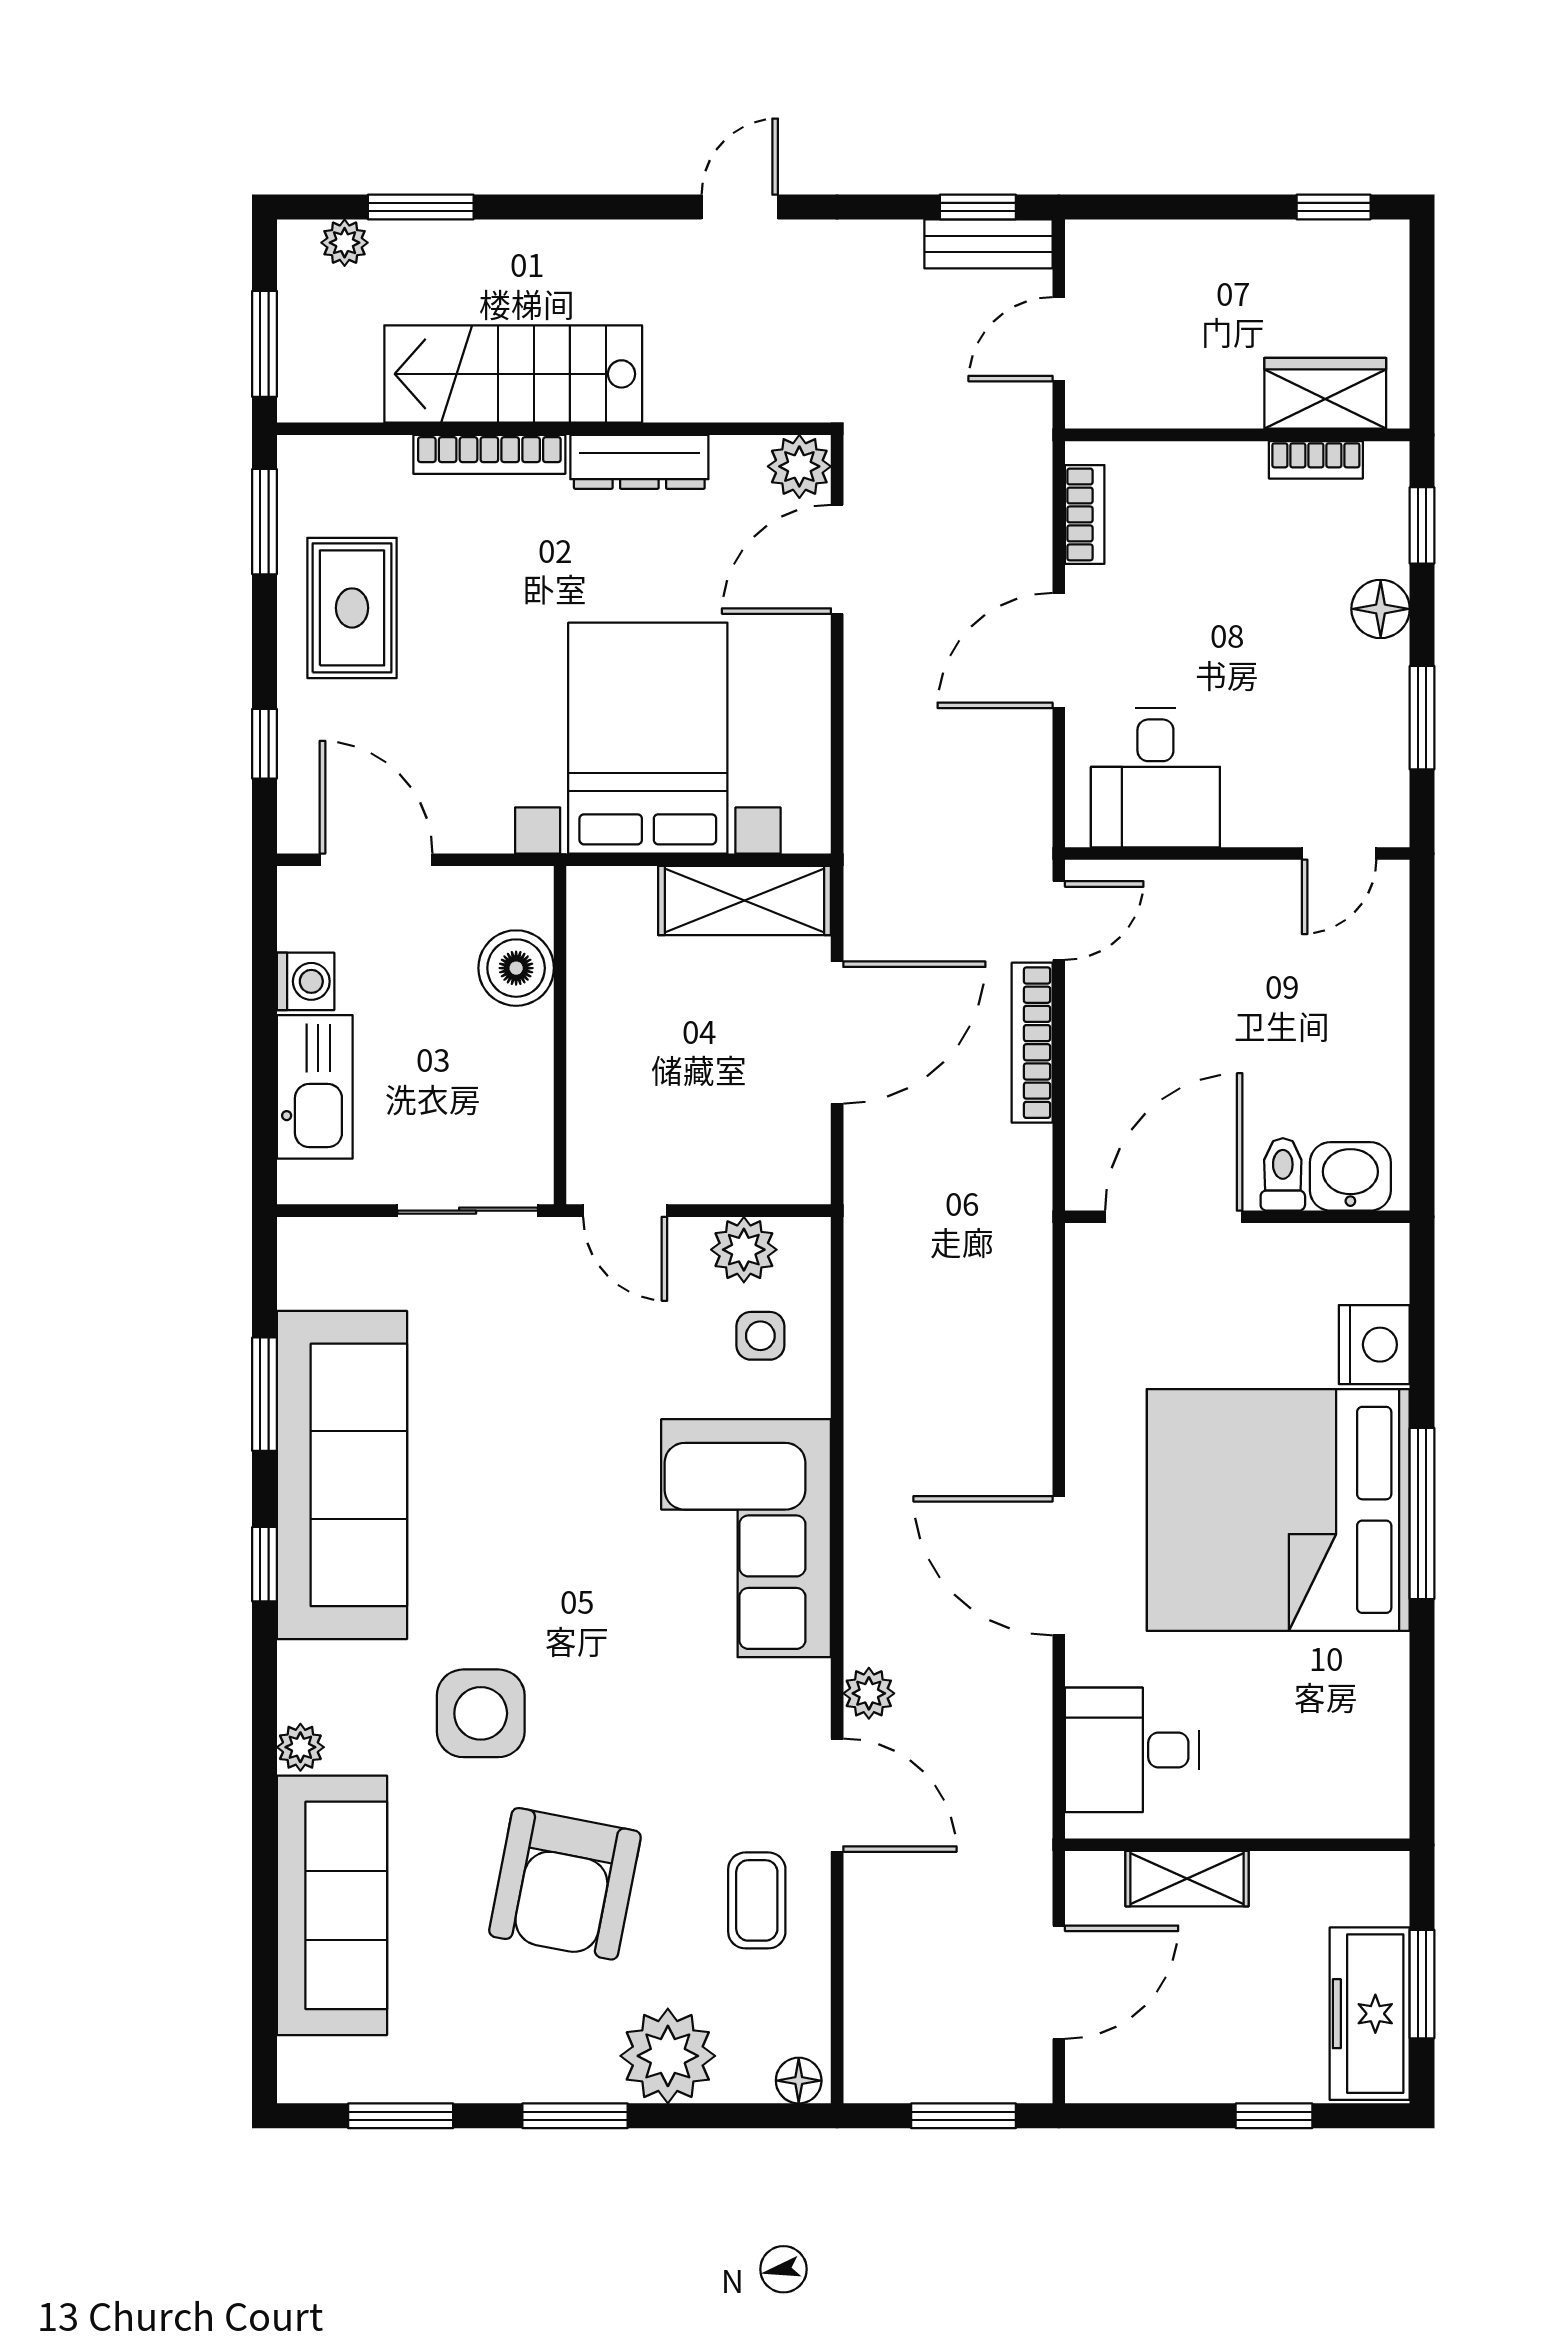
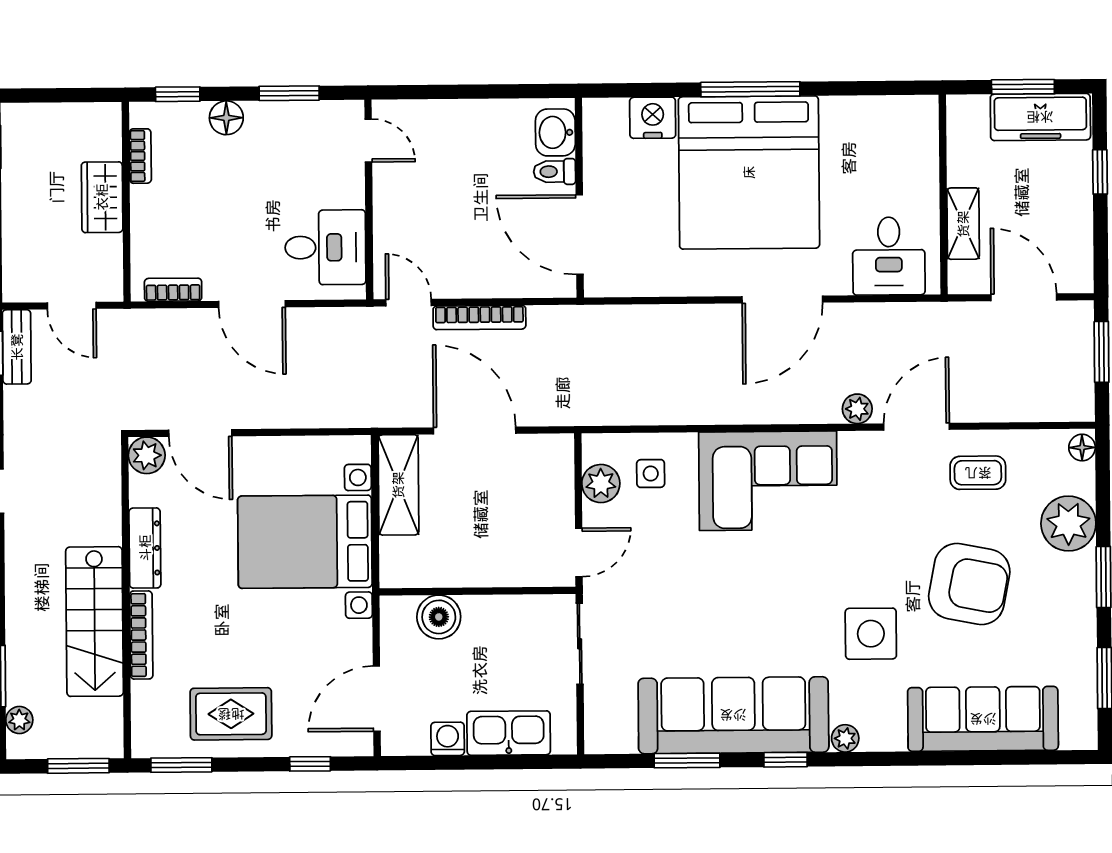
wardrobe: (1325, 393) -> (102, 197), moved
plant: (300, 1747) -> (845, 738), moved

